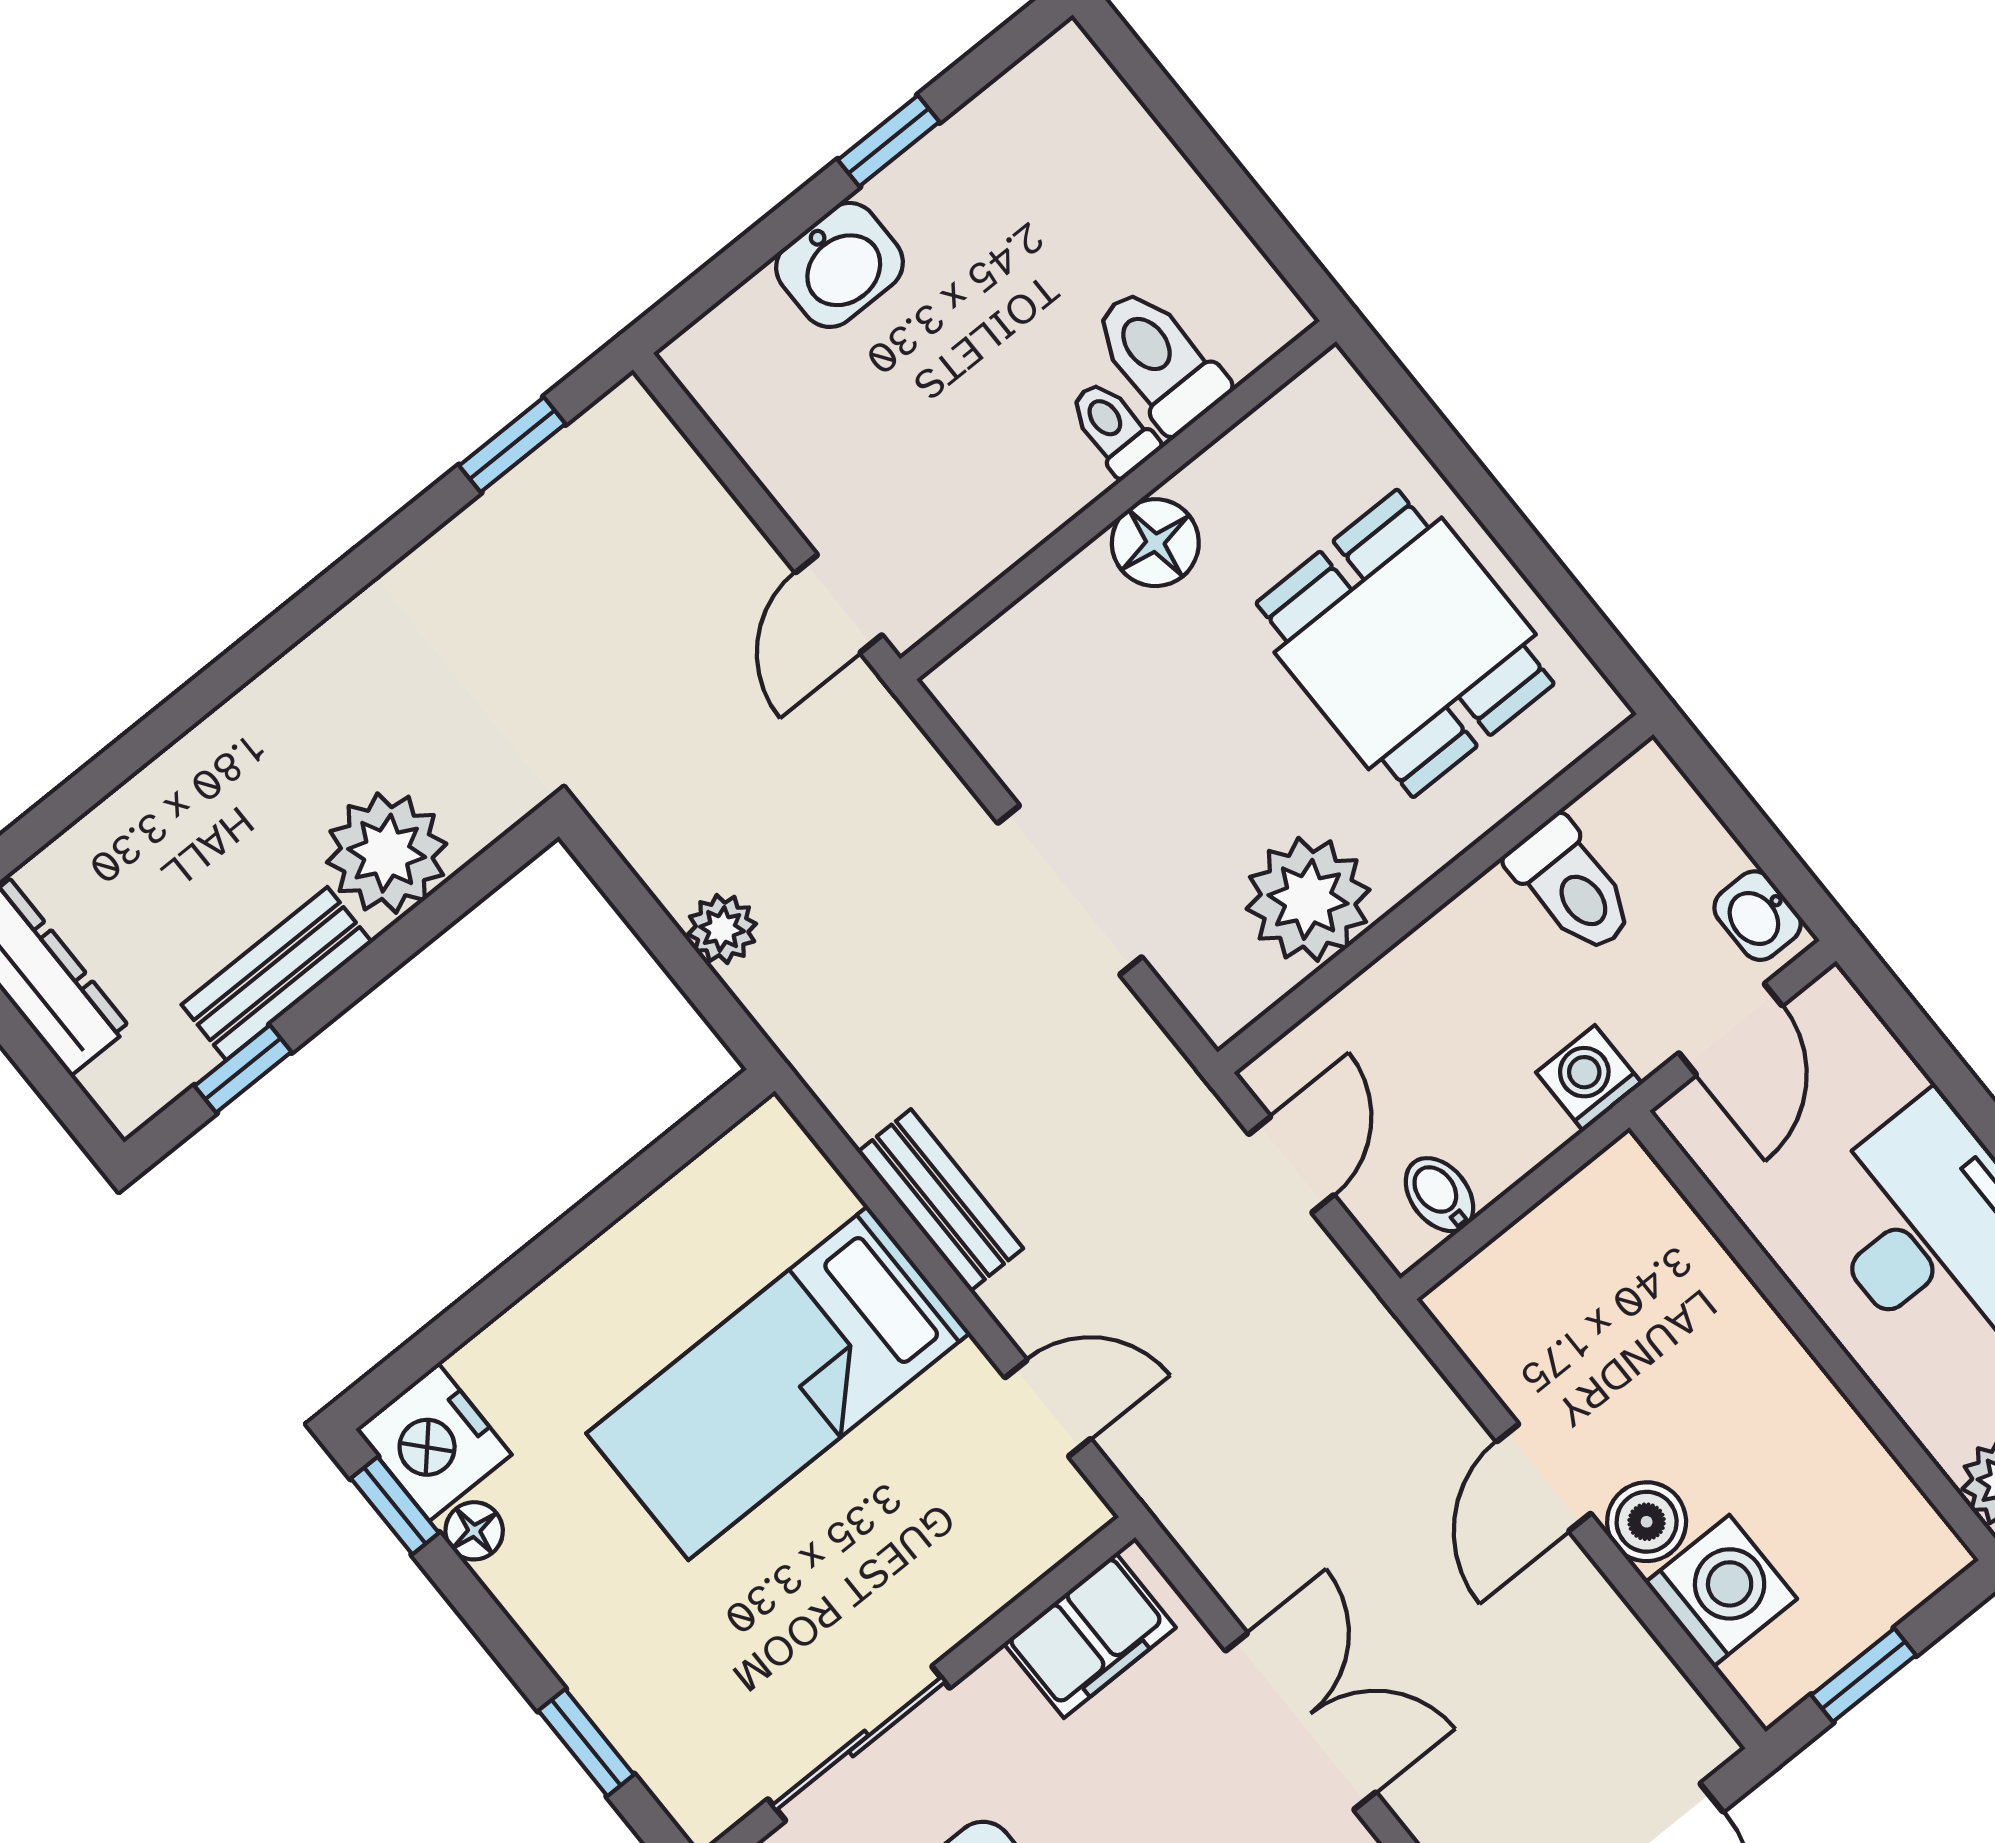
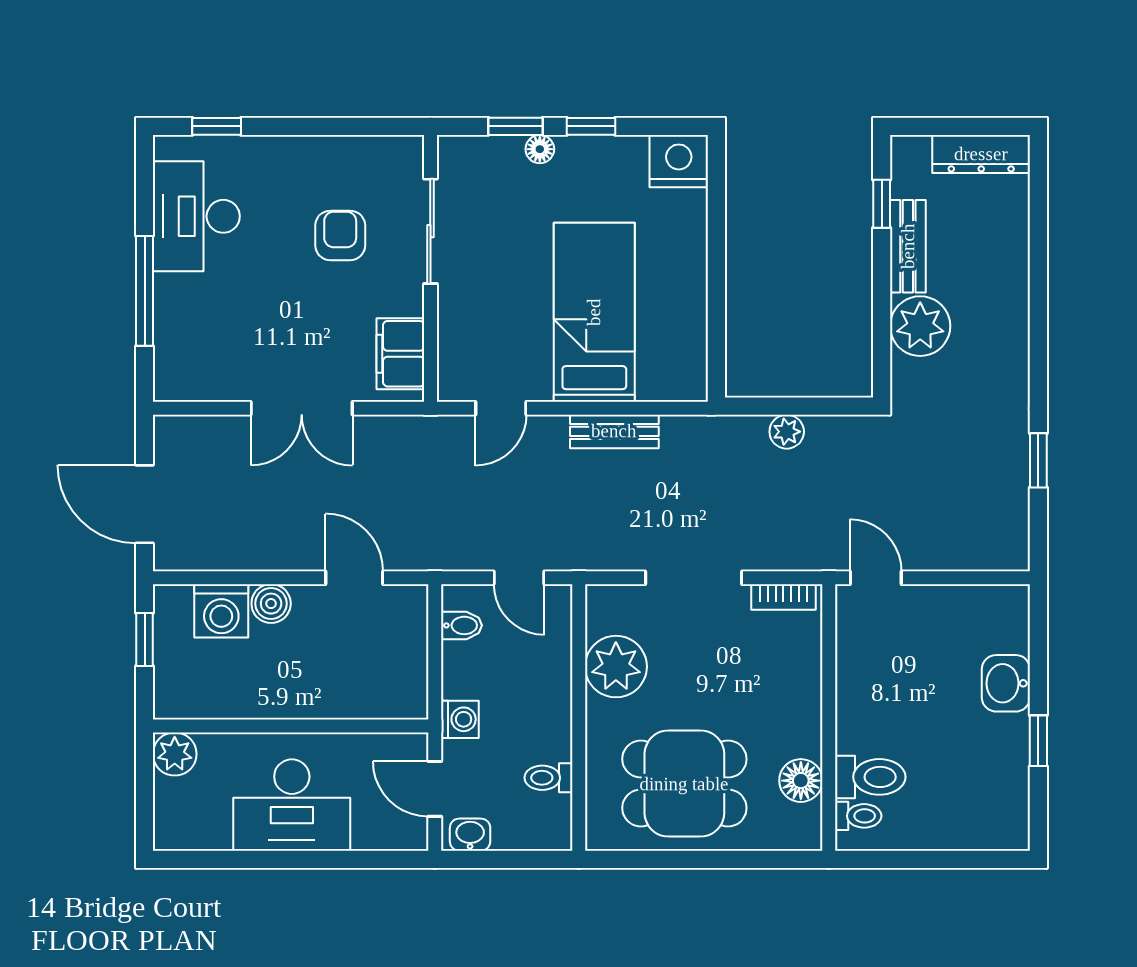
toilet: (1113, 428) -> (858, 816), moved
window: (512, 445) -> (1038, 460), moved
floor lamp: (1155, 543) -> (801, 781), moved
bookcase: (986, 724) -> (783, 597), added
toilet: (1572, 886) -> (548, 778), width x0.73, depth x0.72
door: (1544, 1477) -> (354, 578), moved
window: (395, 1506) -> (591, 126), moved
floor lamp: (474, 1531) -> (540, 149), moved

